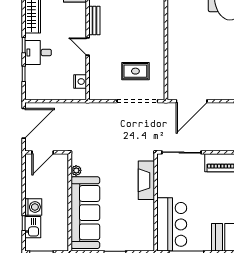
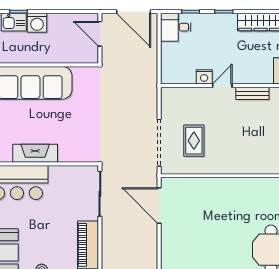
desk: (38, 52) -> (176, 27), moved, turned -90
nightstand: (80, 82) -> (204, 77), moved
plant: (76, 170) -> (79, 72), removed
fireplace: (146, 180) -> (35, 153), moved

